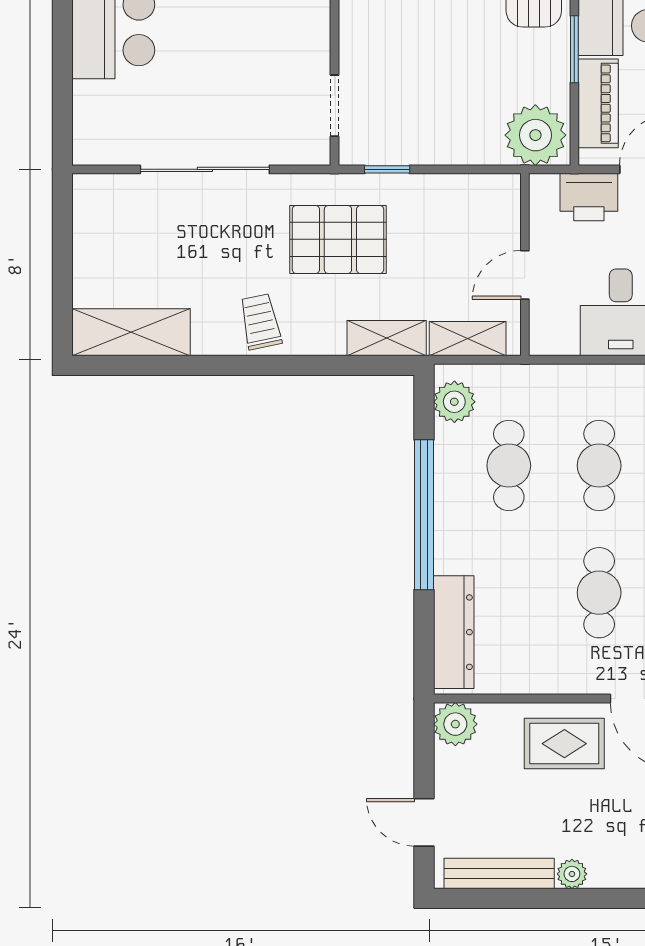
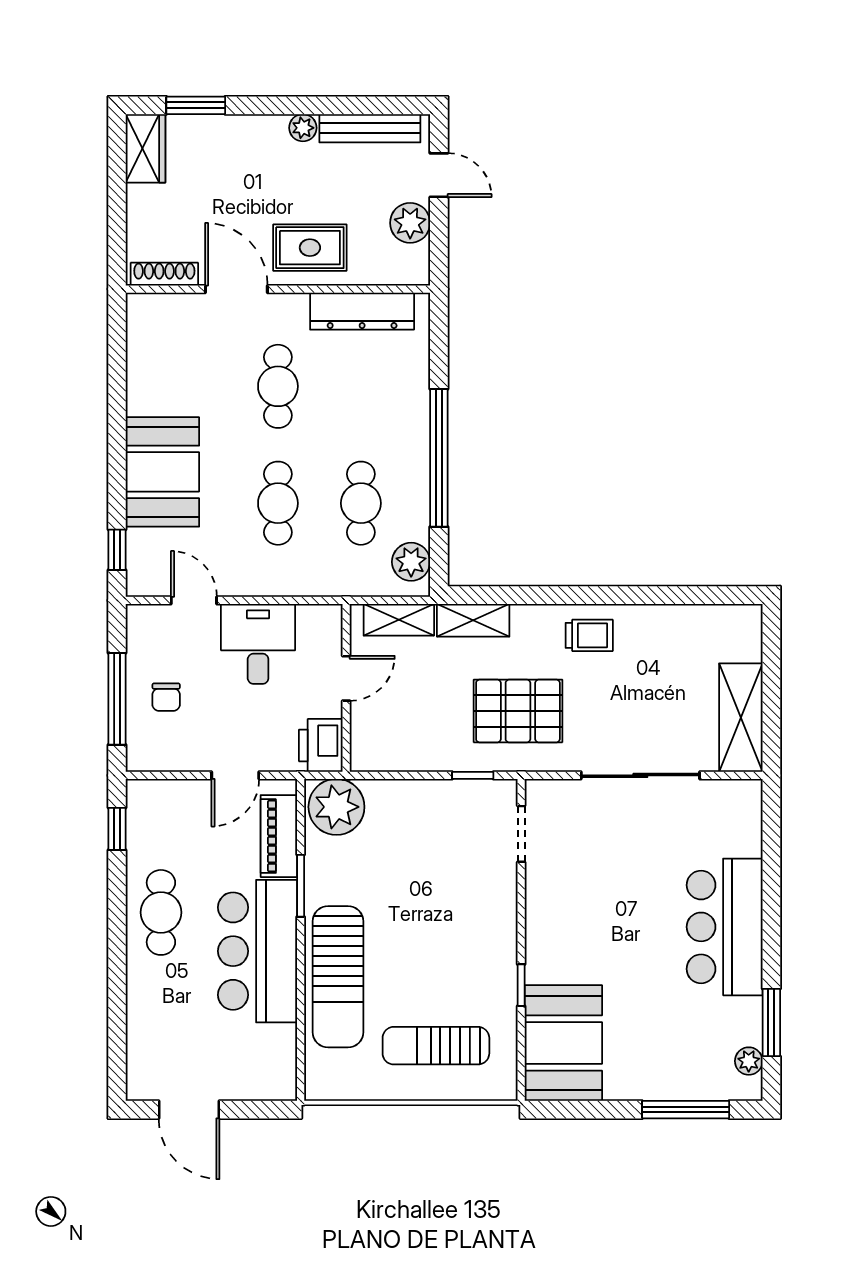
printer: (589, 197) -> (321, 745), moved, turned -90
trolley: (260, 322) -> (589, 635), turned -78
shelving: (131, 332) -> (741, 718), moved, turned 90
dresser: (454, 632) -> (362, 311), moved, turned -90
plant: (455, 724) -> (410, 223), moved

